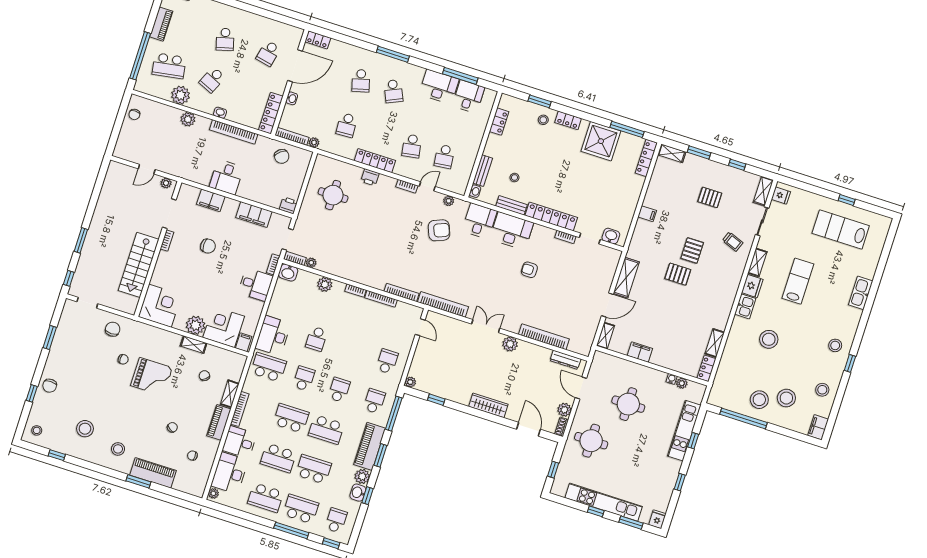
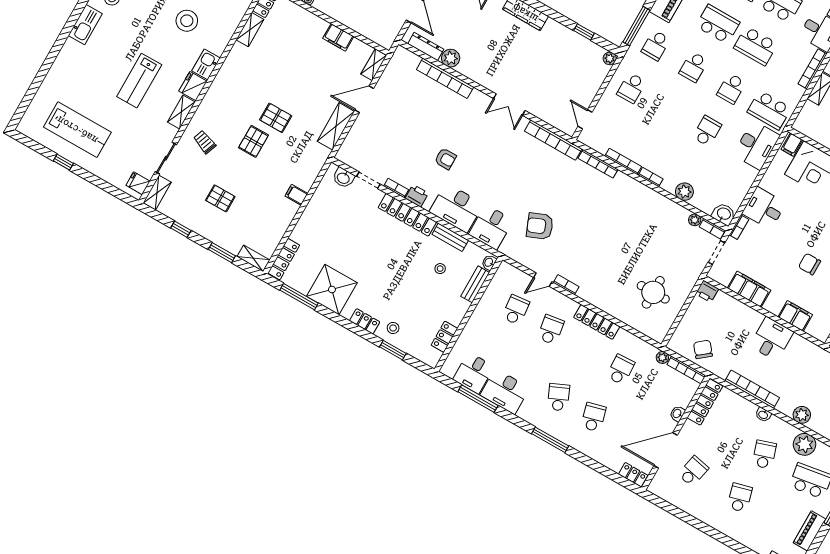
school desk: (212, 80) -> (764, 454), turned -42
printer: (370, 177) -> (417, 196), moved
plant: (449, 201) -> (522, 258), removed
kitchen sink: (861, 293) -> (85, 25), moved
plant: (510, 344) -> (451, 58), moved

